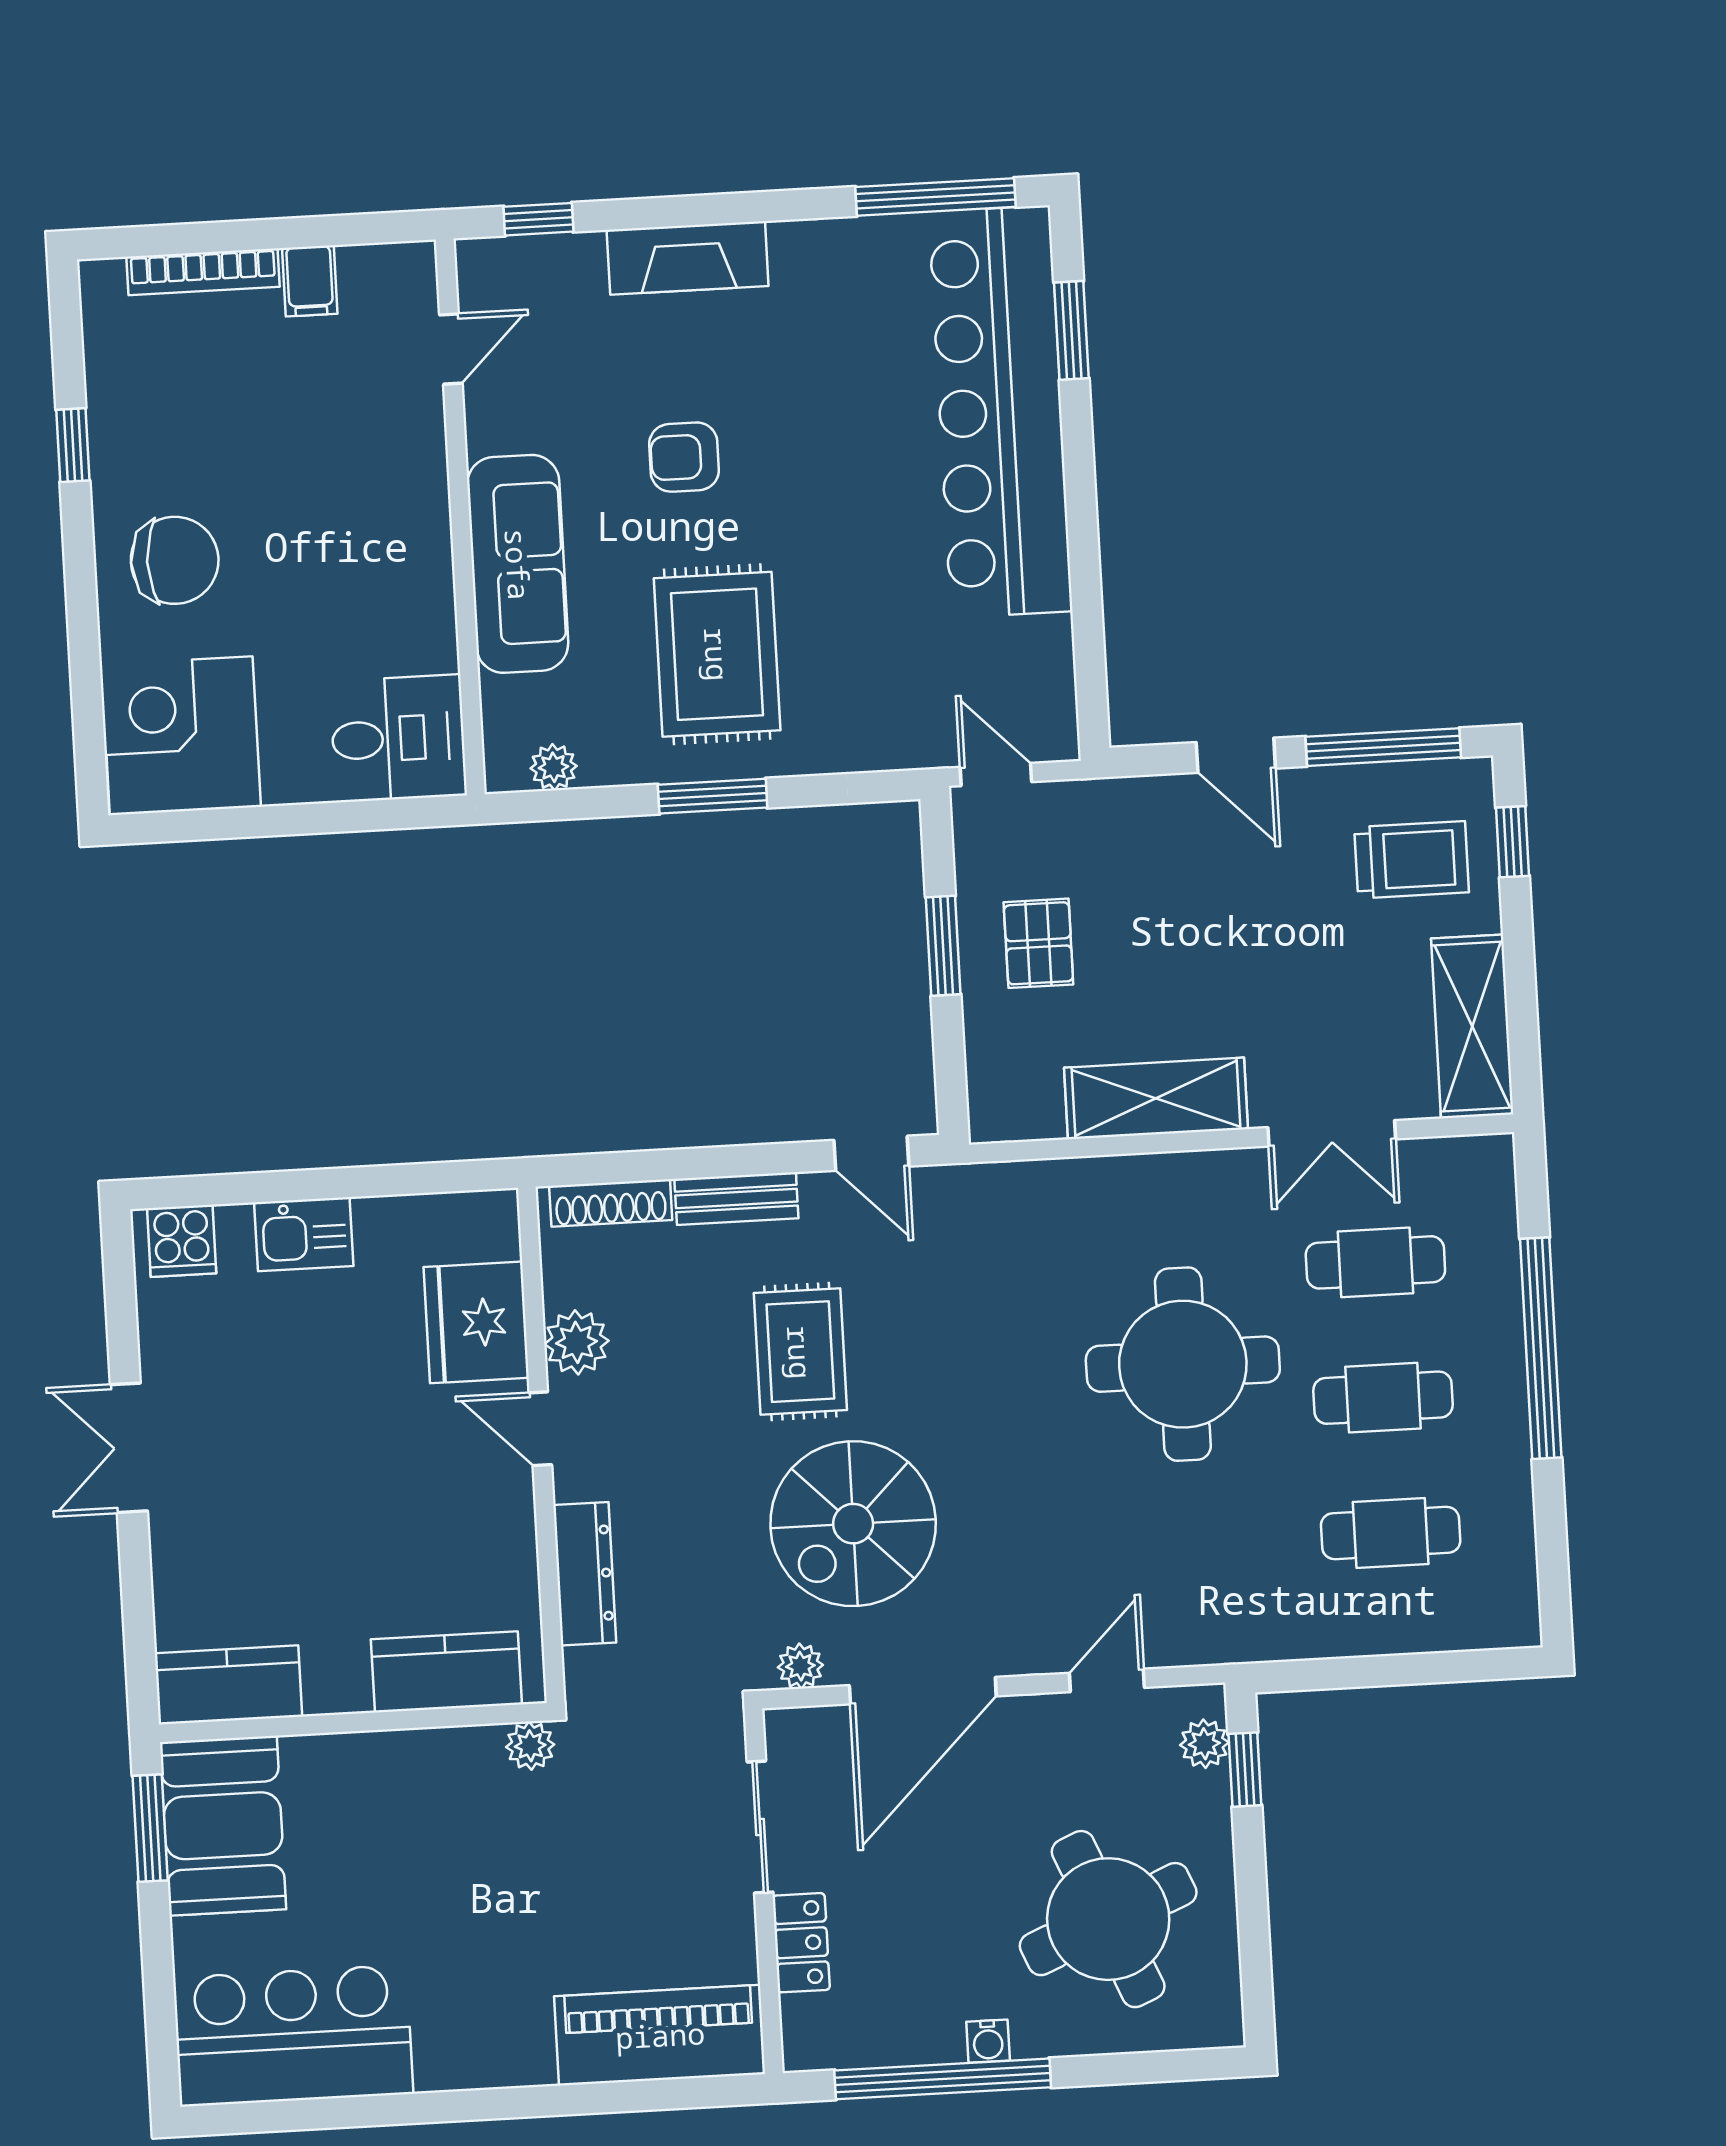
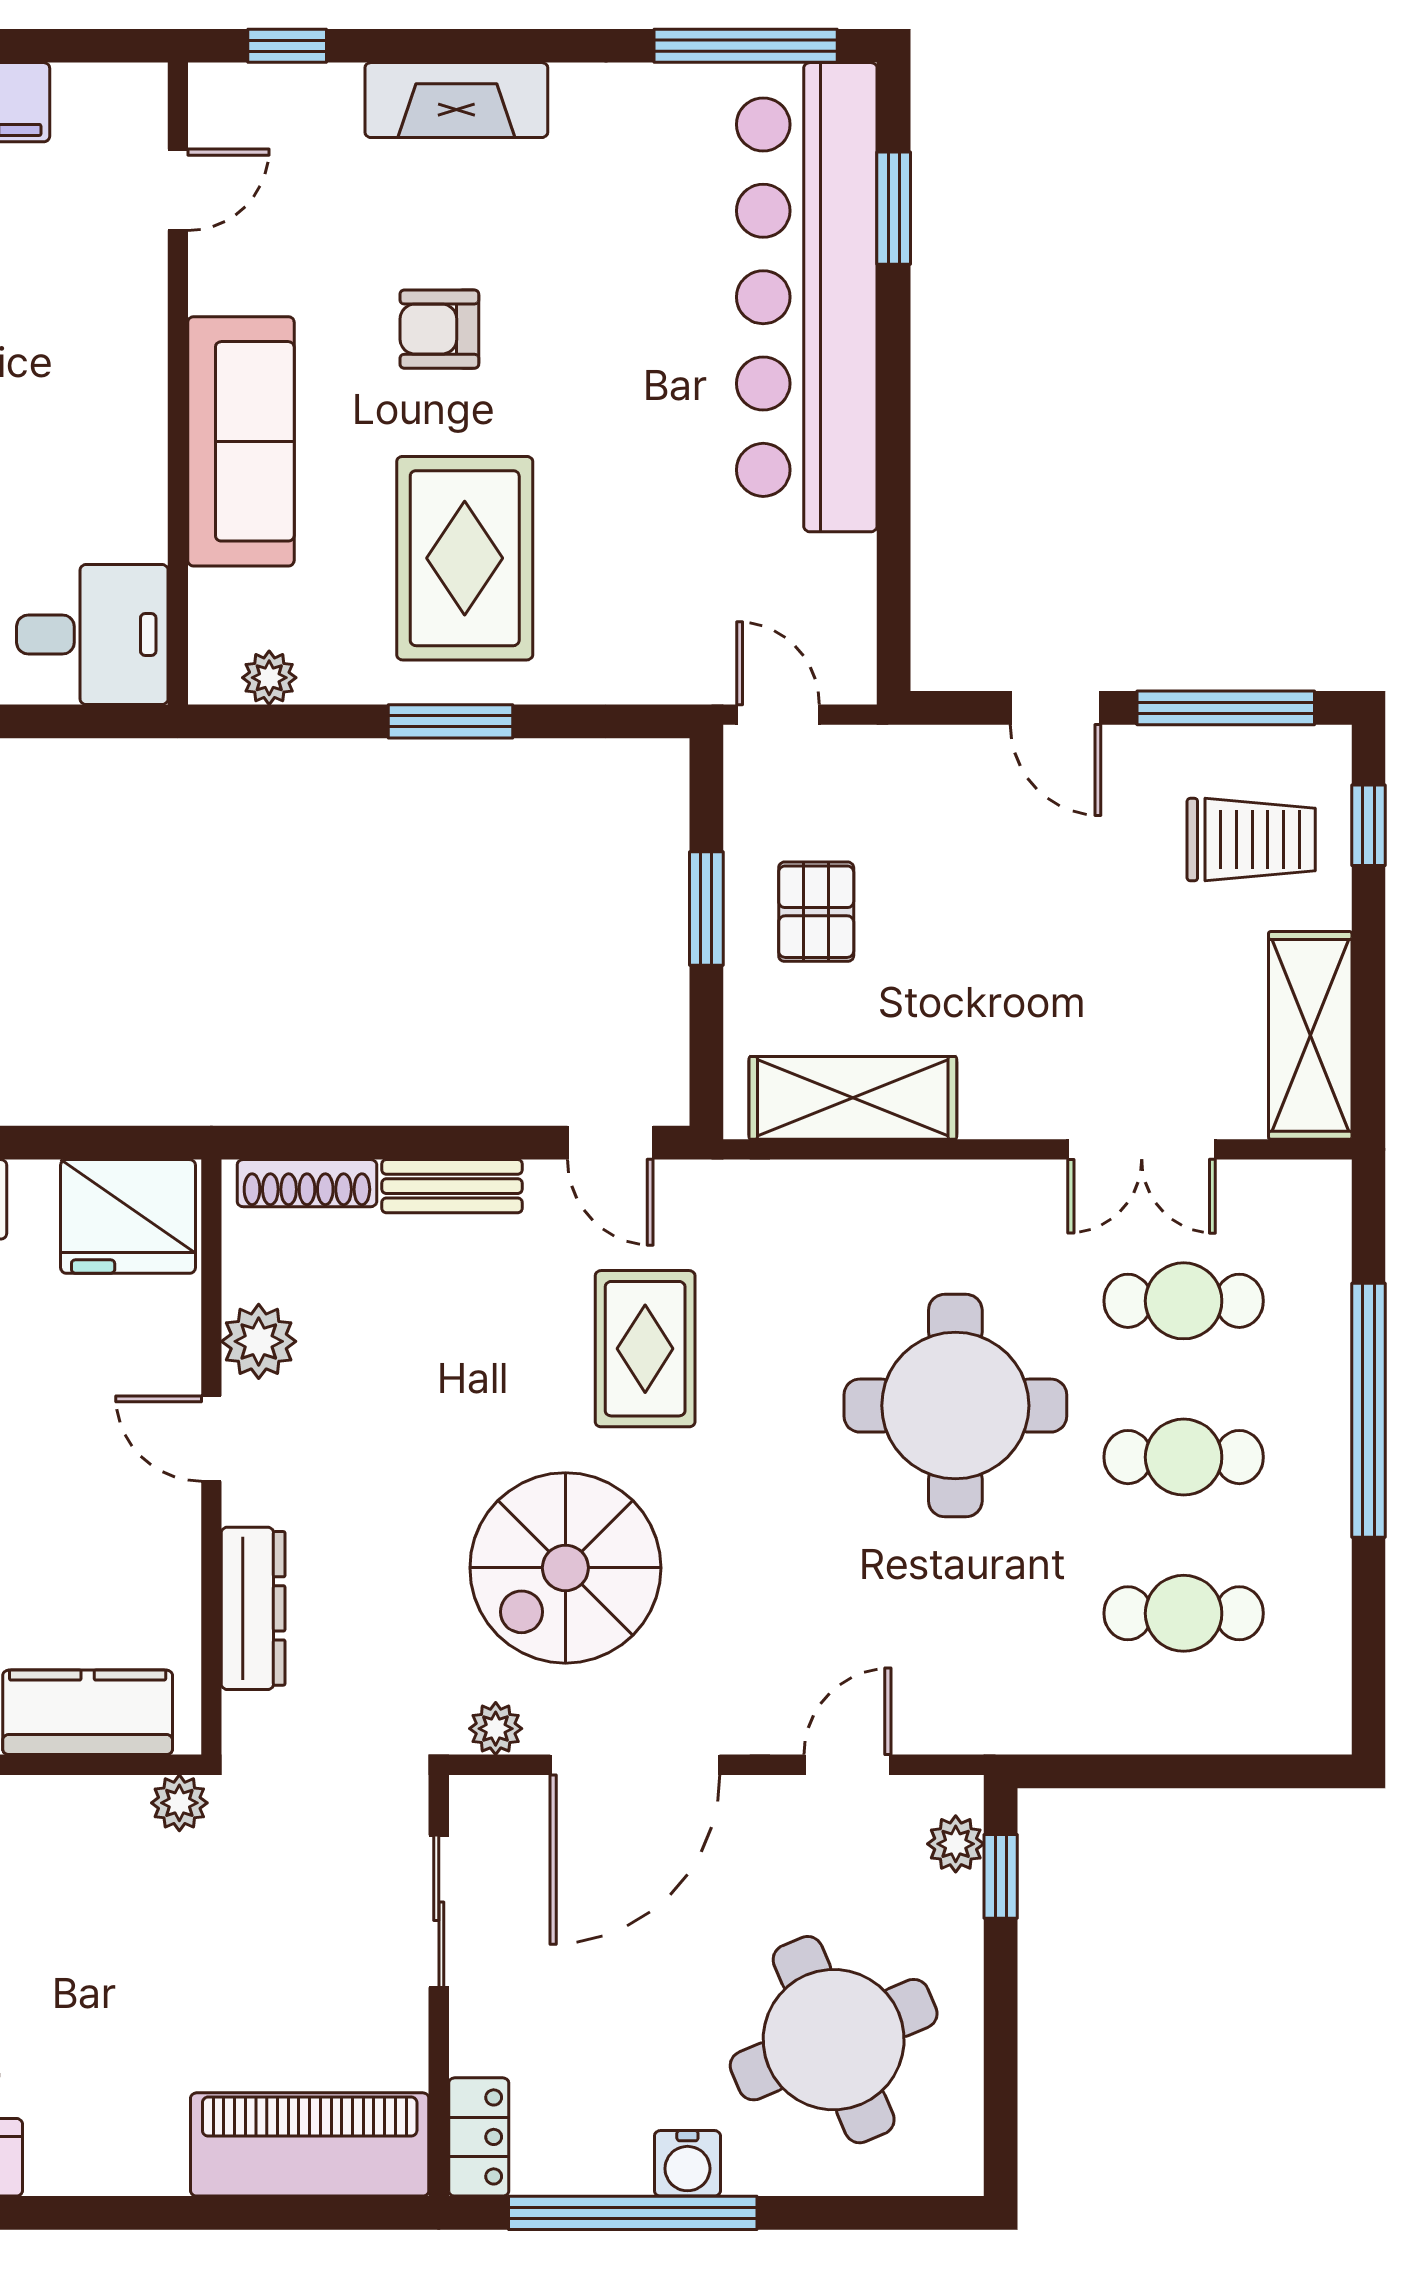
shelving: (1156, 1098) -> (853, 1098), moved
fridge: (476, 1322) -> (128, 1216), moved, turned -90
rug: (800, 1352) -> (645, 1349), moved
locker: (801, 1943) -> (479, 2137), moved
water cooler: (988, 2041) -> (687, 2163), width x1.38, depth x1.38

